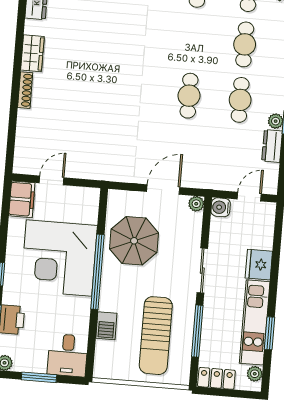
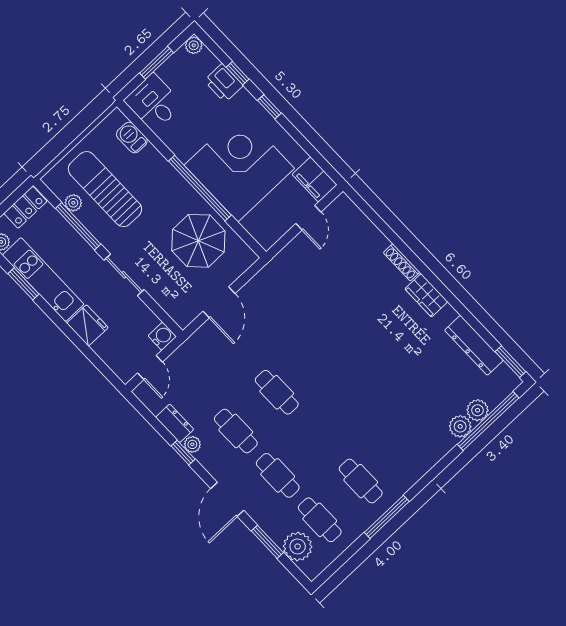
plant: (196, 204) -> (73, 203), moved
barbecue: (106, 326) -> (132, 138), moved

